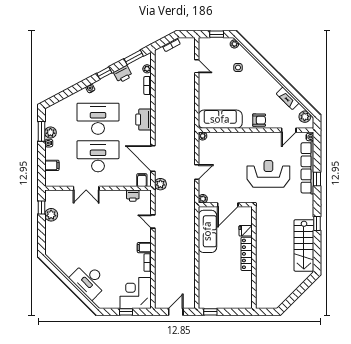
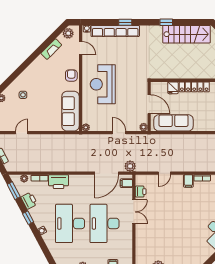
printer: (144, 120) -> (59, 182), moved
reception desk: (268, 174) -> (103, 84), moved
double door: (86, 188) -> (134, 212), moved

